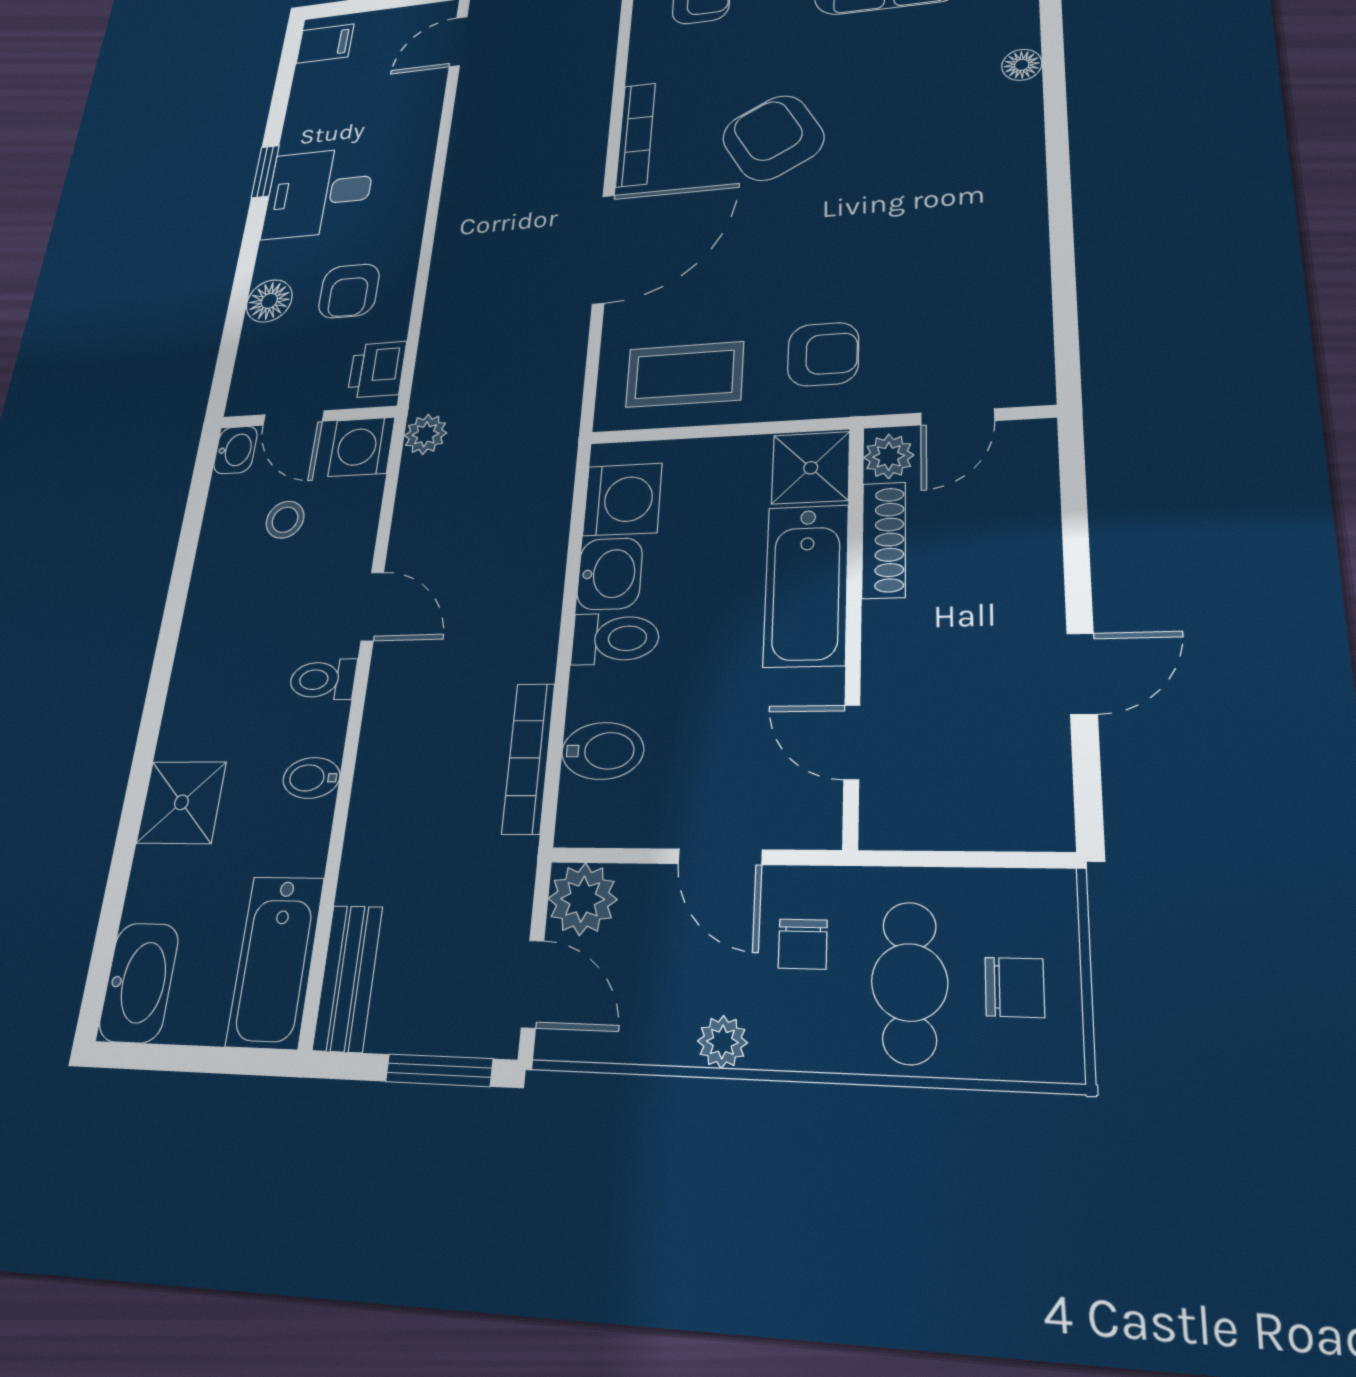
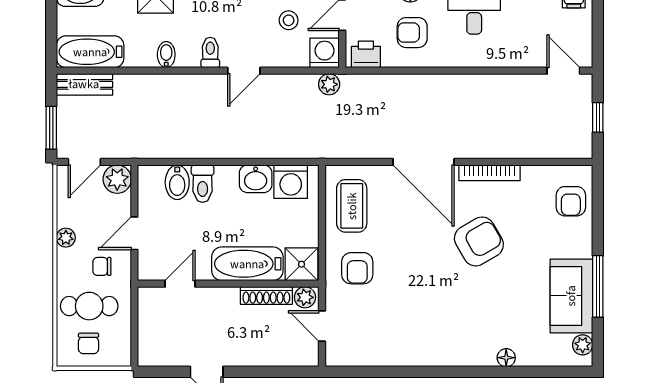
toilet: (615, 639) -> (203, 184), moved
bookcase: (528, 758) -> (174, 151), removed

